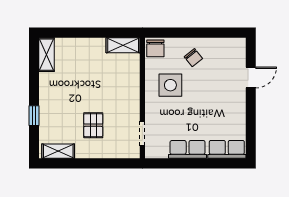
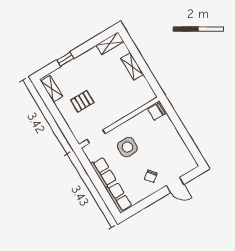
shelving: (123, 45) -> (132, 66), moved
chair: (193, 58) -> (151, 176), moved
side table: (170, 85) -> (127, 147), moved

